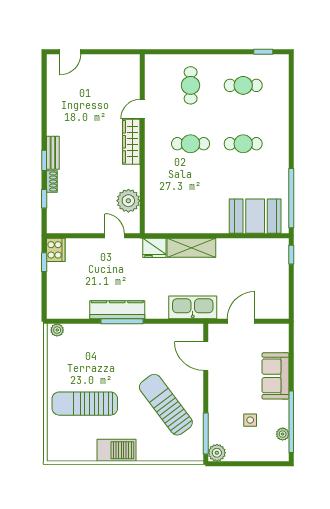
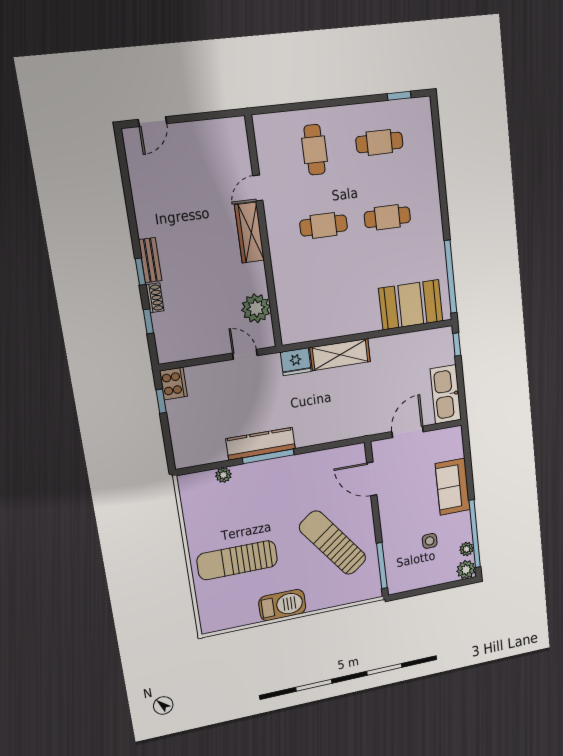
kitchen sink: (193, 307) -> (446, 394), moved, turned -90
plant: (57, 330) -> (223, 475), moved
plant: (217, 453) -> (466, 570), moved

